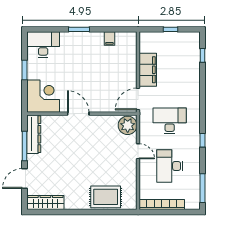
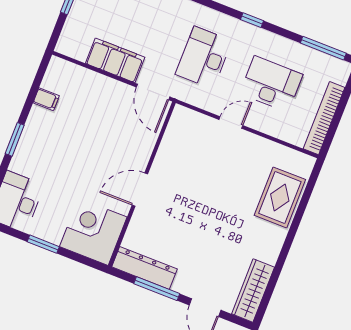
plant: (128, 125) -> (186, 123), removed
desk: (170, 166) -> (271, 84), turned 180

